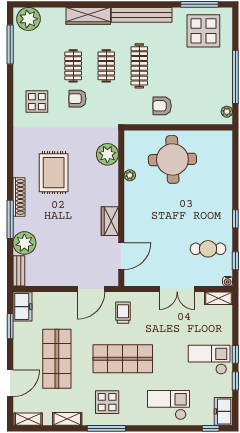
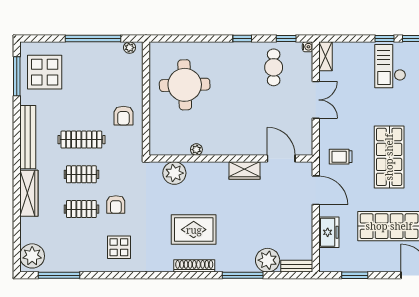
round table: (172, 159) -> (185, 85), moved
shoe rack: (19, 197) -> (194, 266), moved
freezer: (23, 307) -> (329, 232), moved, turned 90

